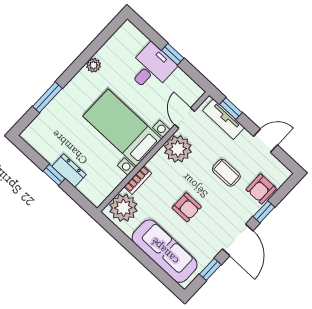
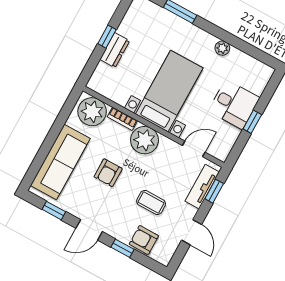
plant: (178, 149) -> (144, 140), moved
coffee table: (226, 173) -> (151, 202), turned 90
door: (238, 240) -> (89, 230), width x0.73

